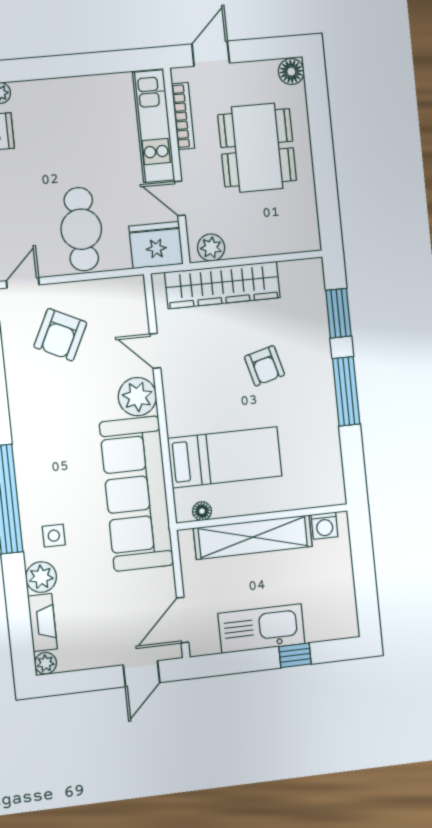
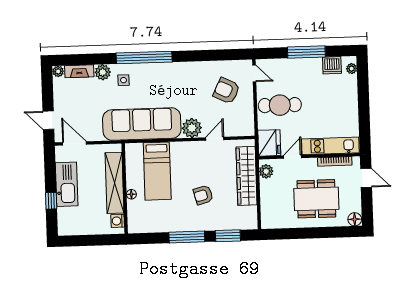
floor lamp: (202, 511) -> (131, 194), moved

